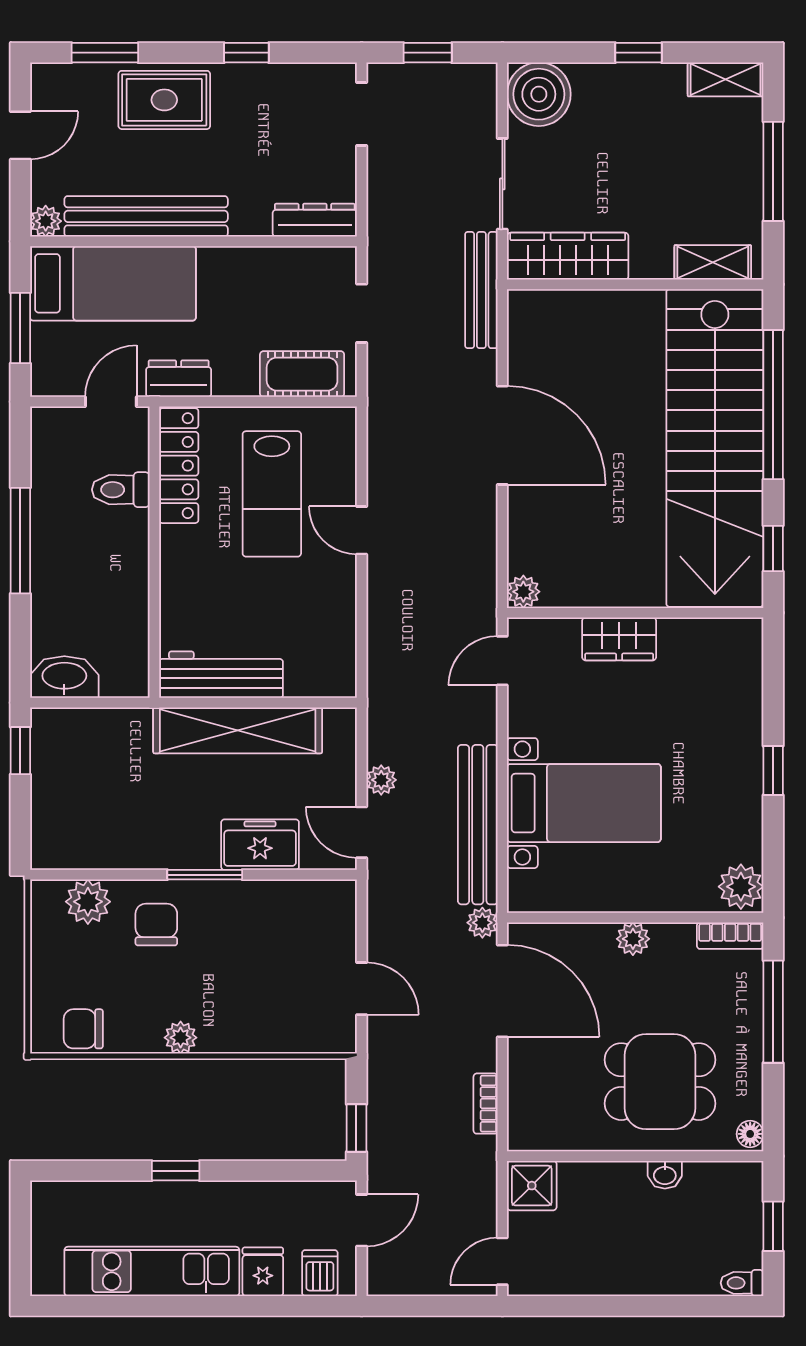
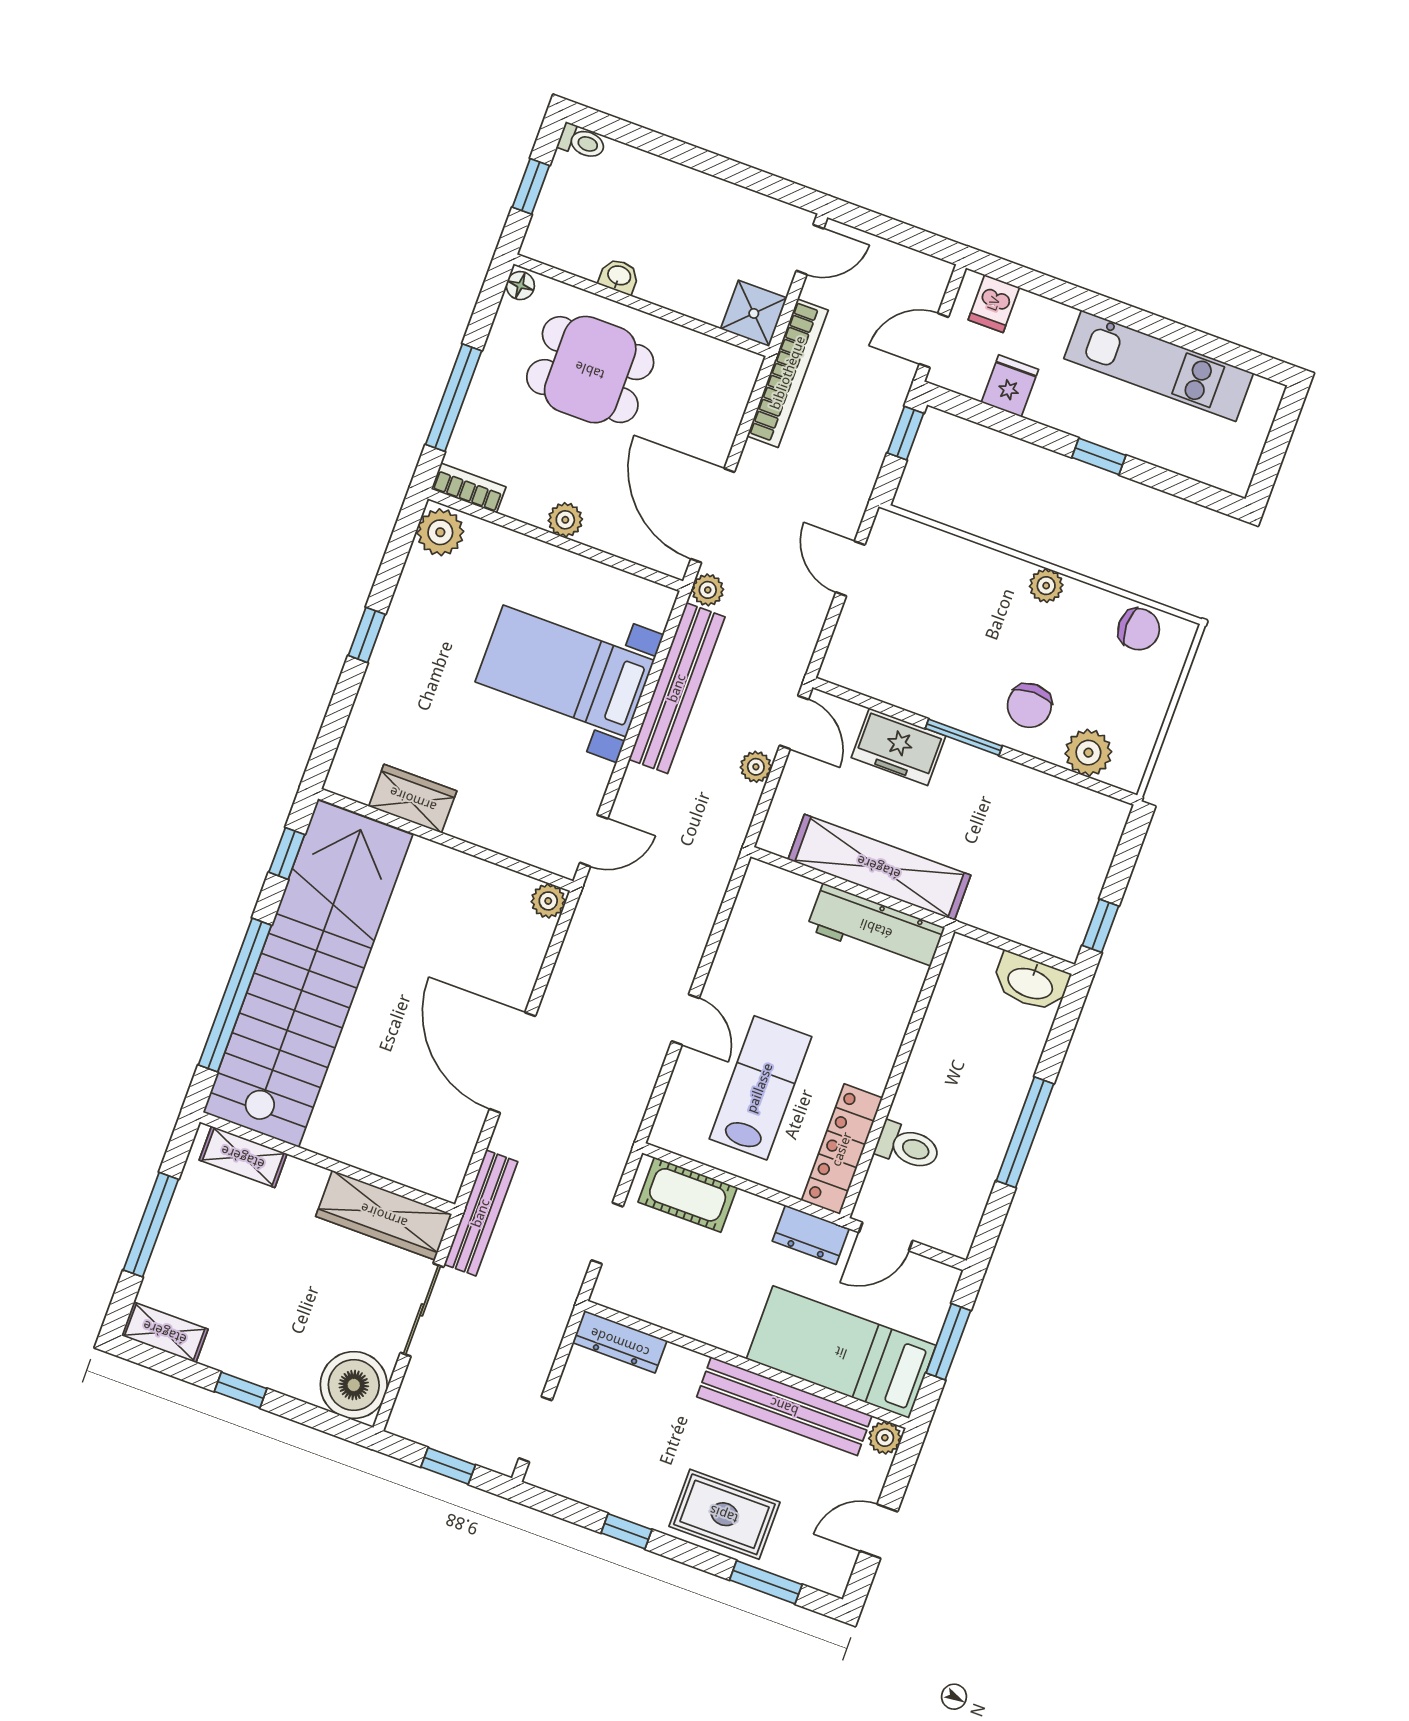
wardrobe: (619, 639) -> (413, 799), moved
bookcase: (486, 1104) -> (788, 373), width x2.31, depth x1.31
fridge: (263, 1272) -> (1010, 386), moved, turned 180

